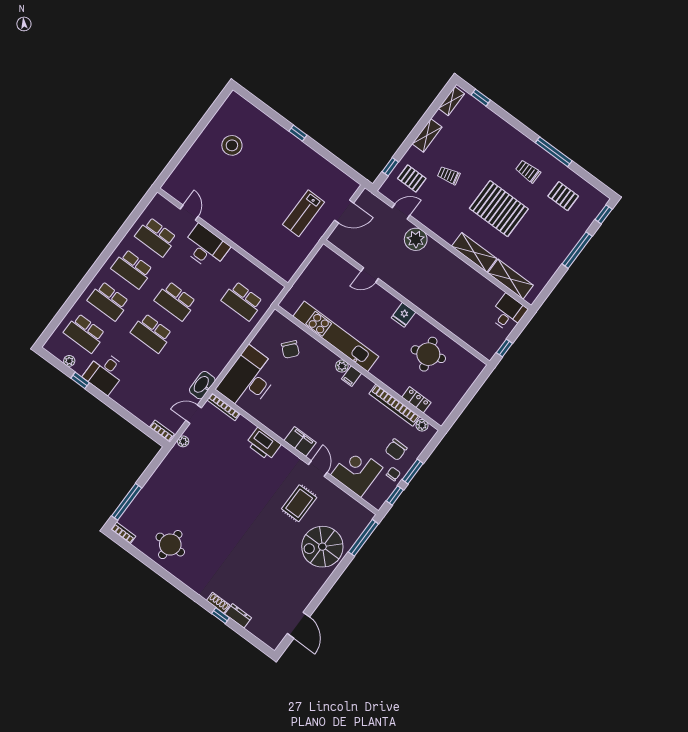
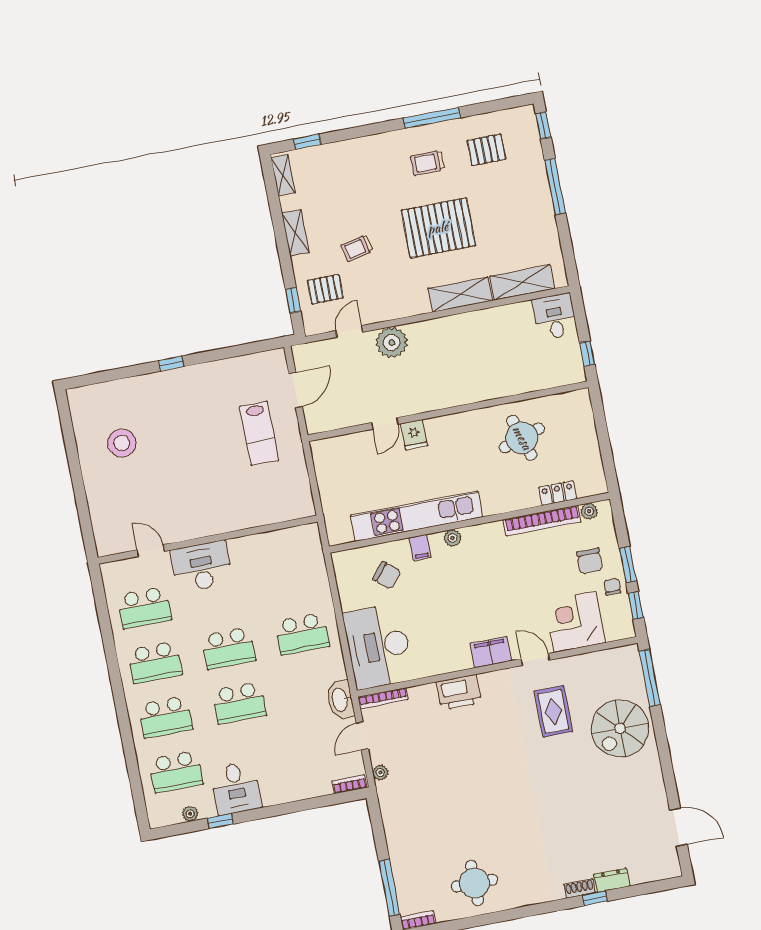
school desk: (242, 301) -> (302, 634), moved
fridge: (403, 315) -> (414, 435), moved
filing cabinet: (352, 376) -> (420, 548), moved

